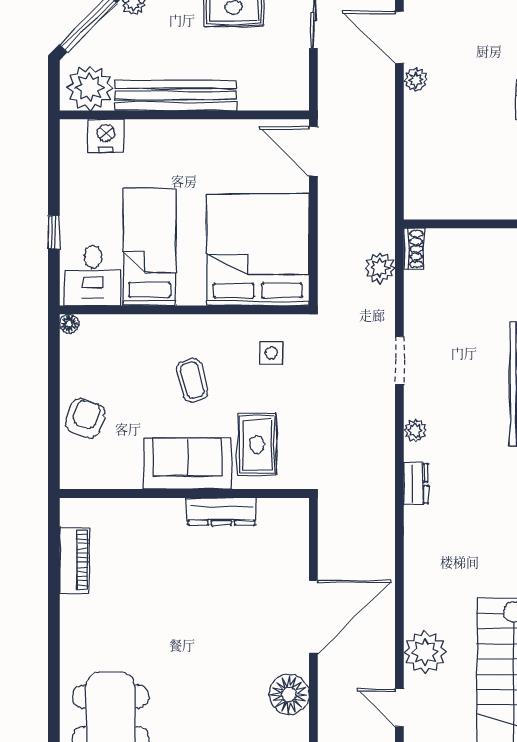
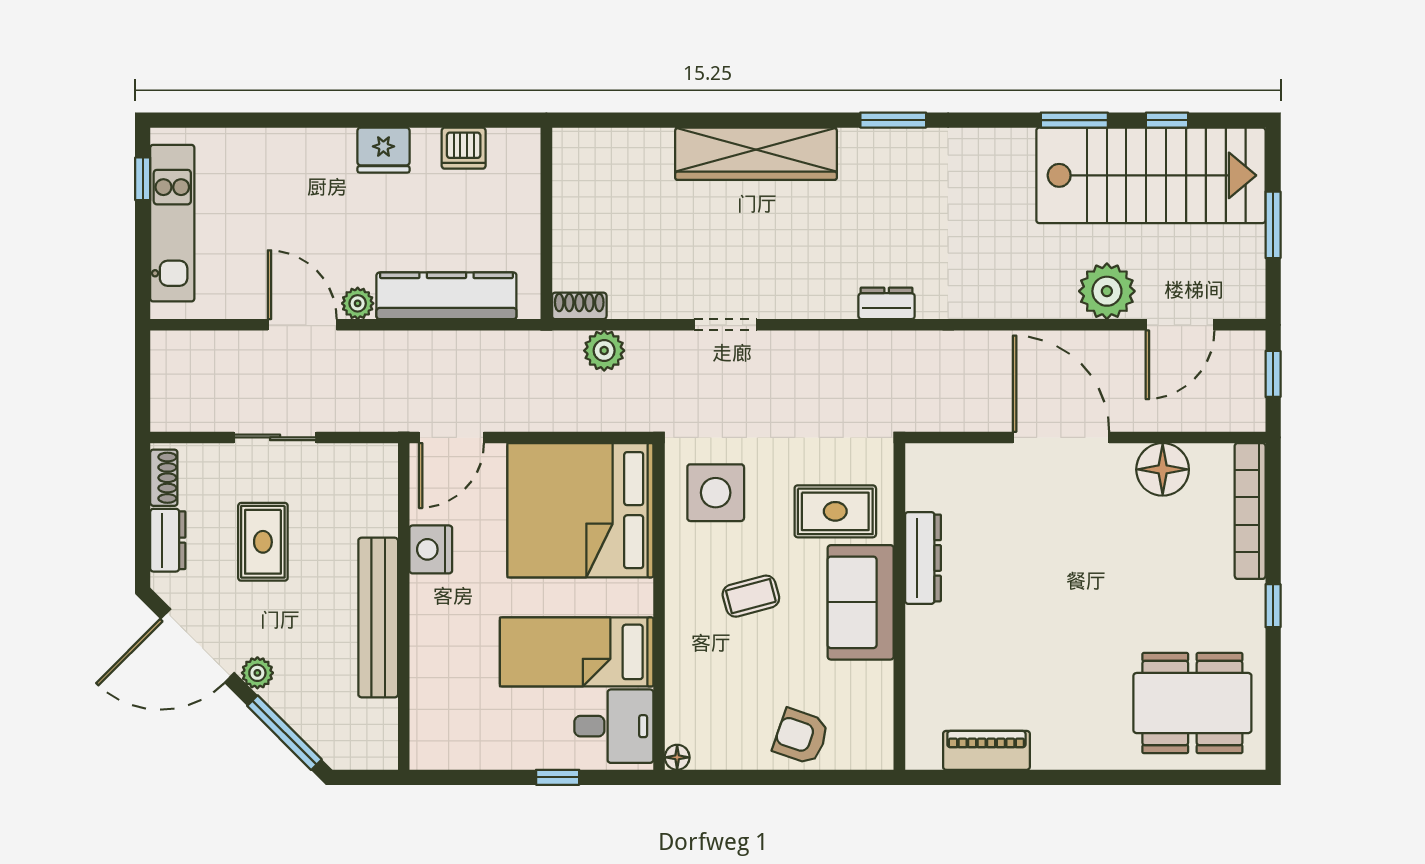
door: (399, 37) -> (302, 325), swing flipped
plant: (90, 88) -> (368, 730), removed
nightstand: (106, 136) -> (431, 549), moved
kitchen counter: (422, 148) -> (446, 296), added
side table: (271, 353) -> (716, 493), width x1.87, depth x1.87
plant: (415, 431) -> (817, 304), removed
door: (399, 708) -> (1180, 325), width x1.38

